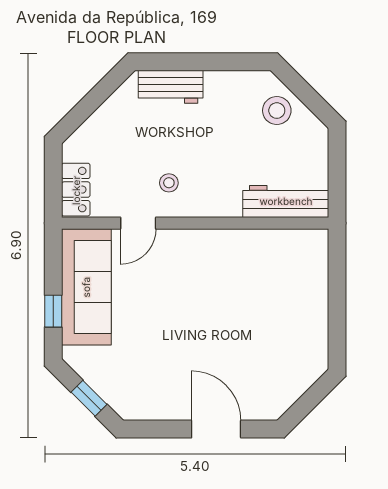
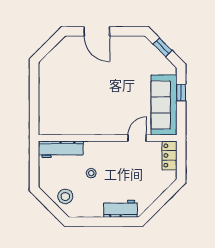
stool: (169, 183) -> (91, 173), moved

